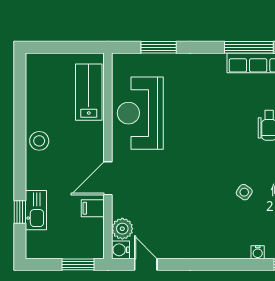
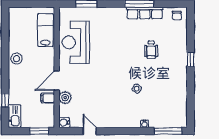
kitchen sink: (36, 210) -> (15, 116), moved
plant: (122, 229) -> (65, 98), moved
door: (146, 264) -> (90, 131), moved

